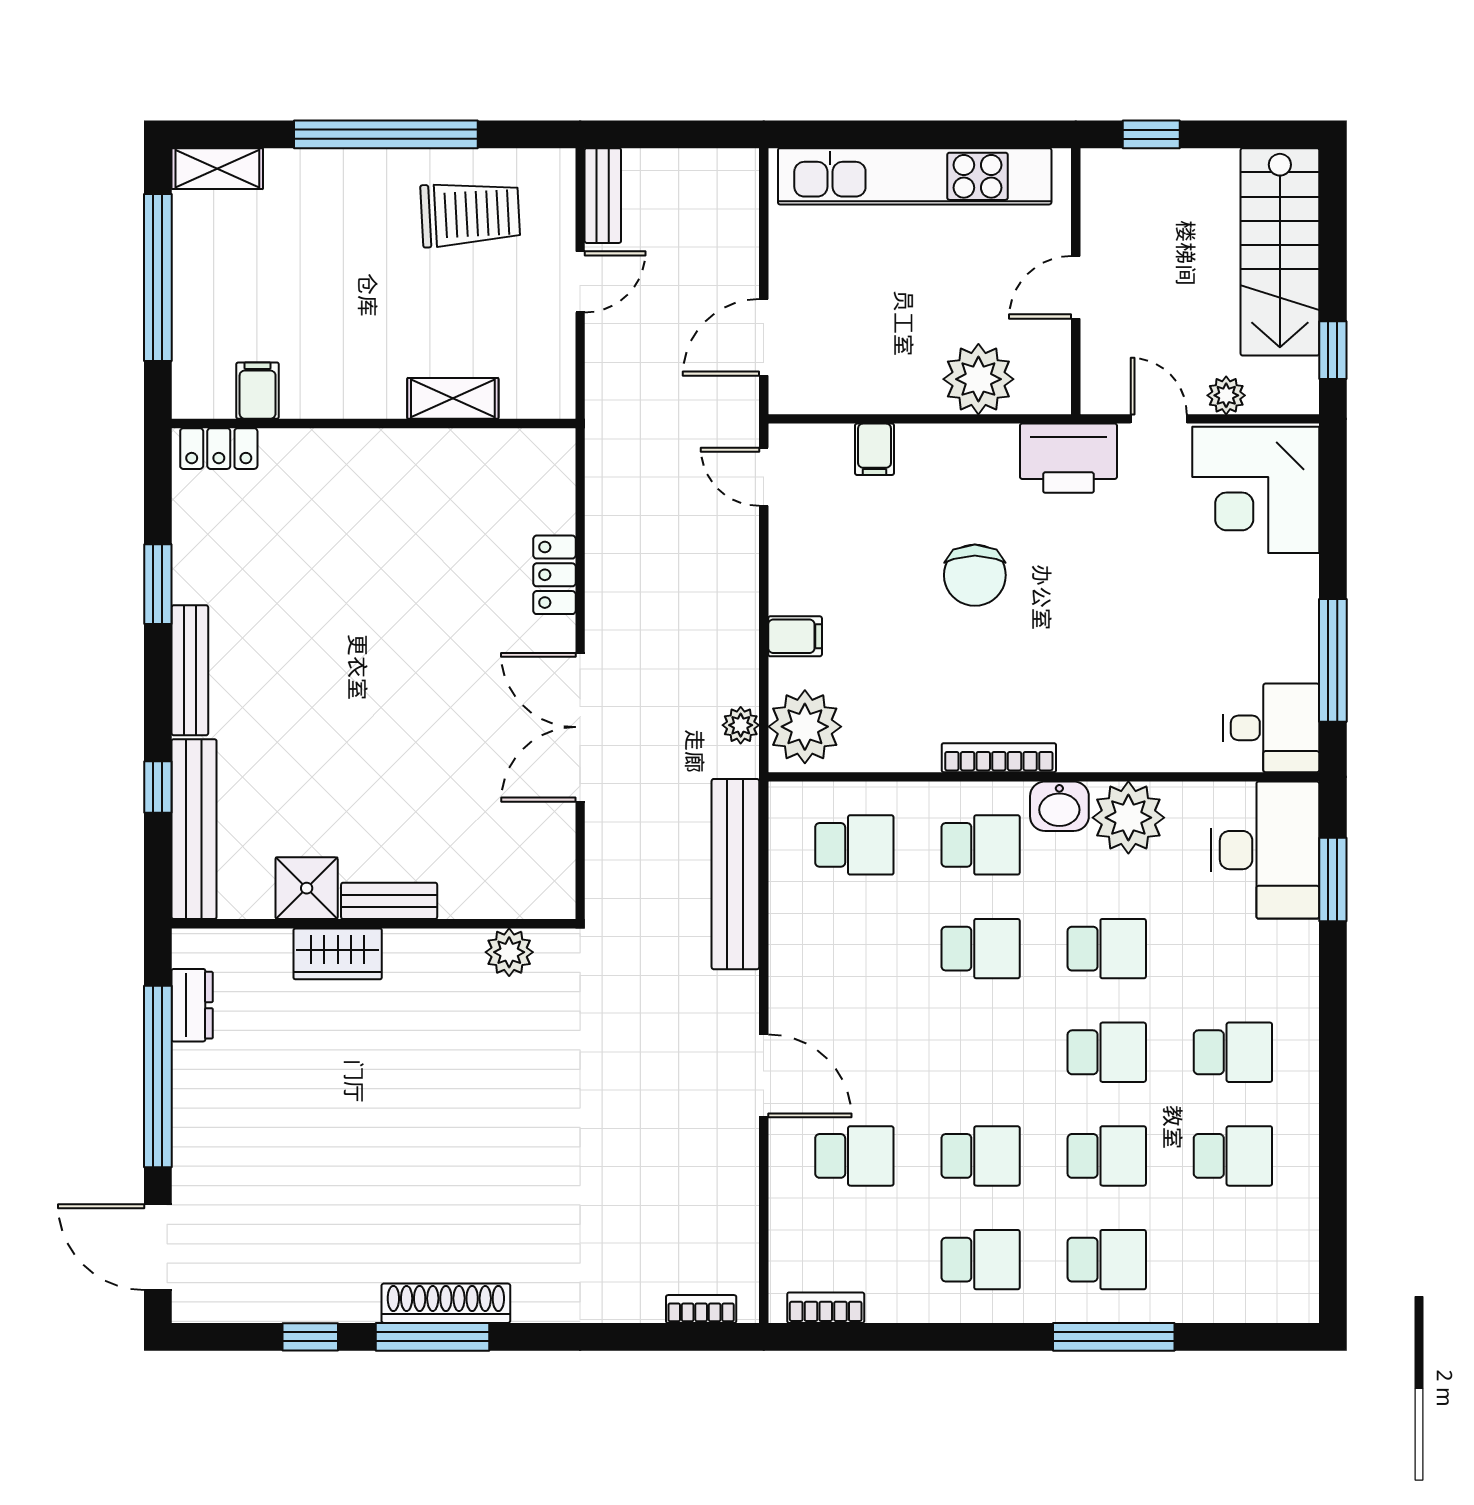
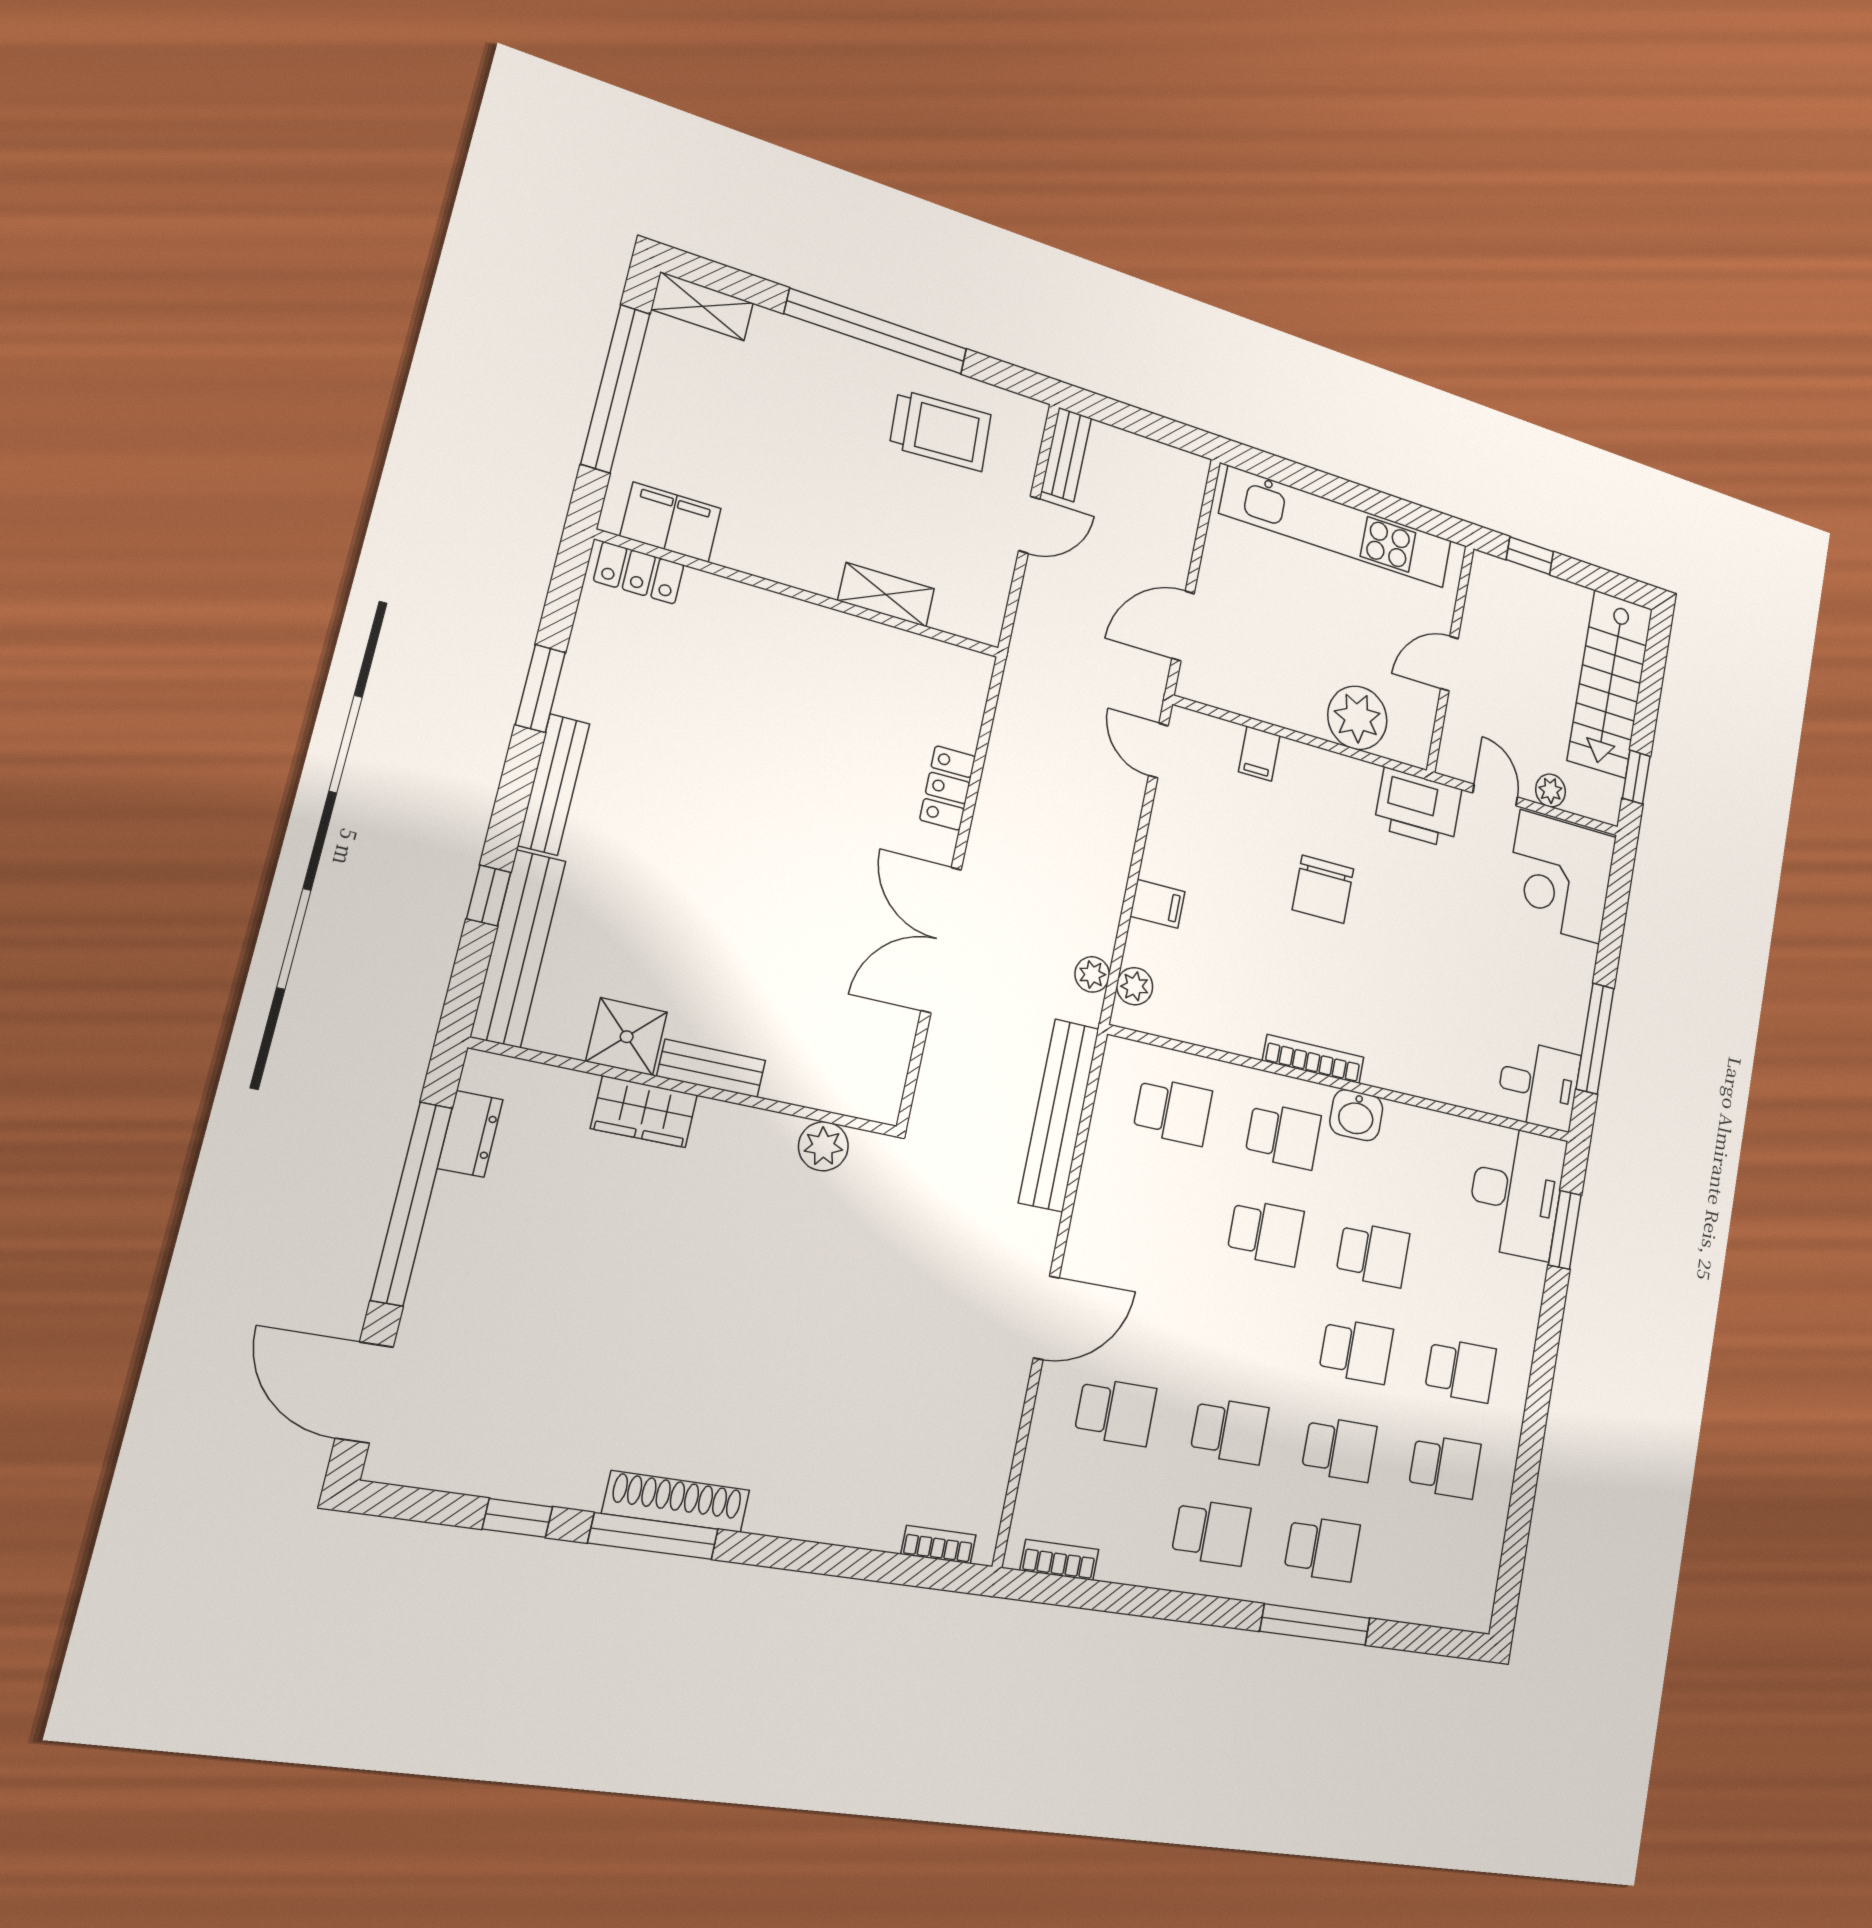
filing cabinet: (258, 391) -> (671, 522), width x2.00
plant: (805, 727) -> (1135, 986), width x0.53, depth x0.53
plant: (1128, 818) -> (1411, 1138), removed
door: (764, 1076) -> (1046, 1318), hinge flipped

